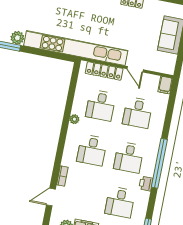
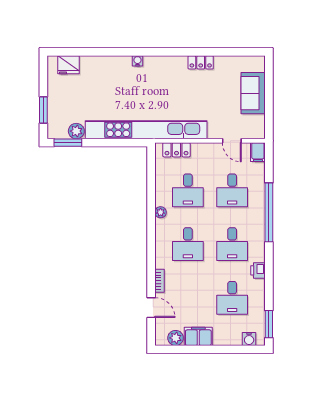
door: (135, 69) -> (232, 141), moved
locker: (104, 71) -> (176, 150), width x0.66
window: (159, 163) -> (269, 212), moved
door: (51, 197) -> (151, 308), swing flipped

